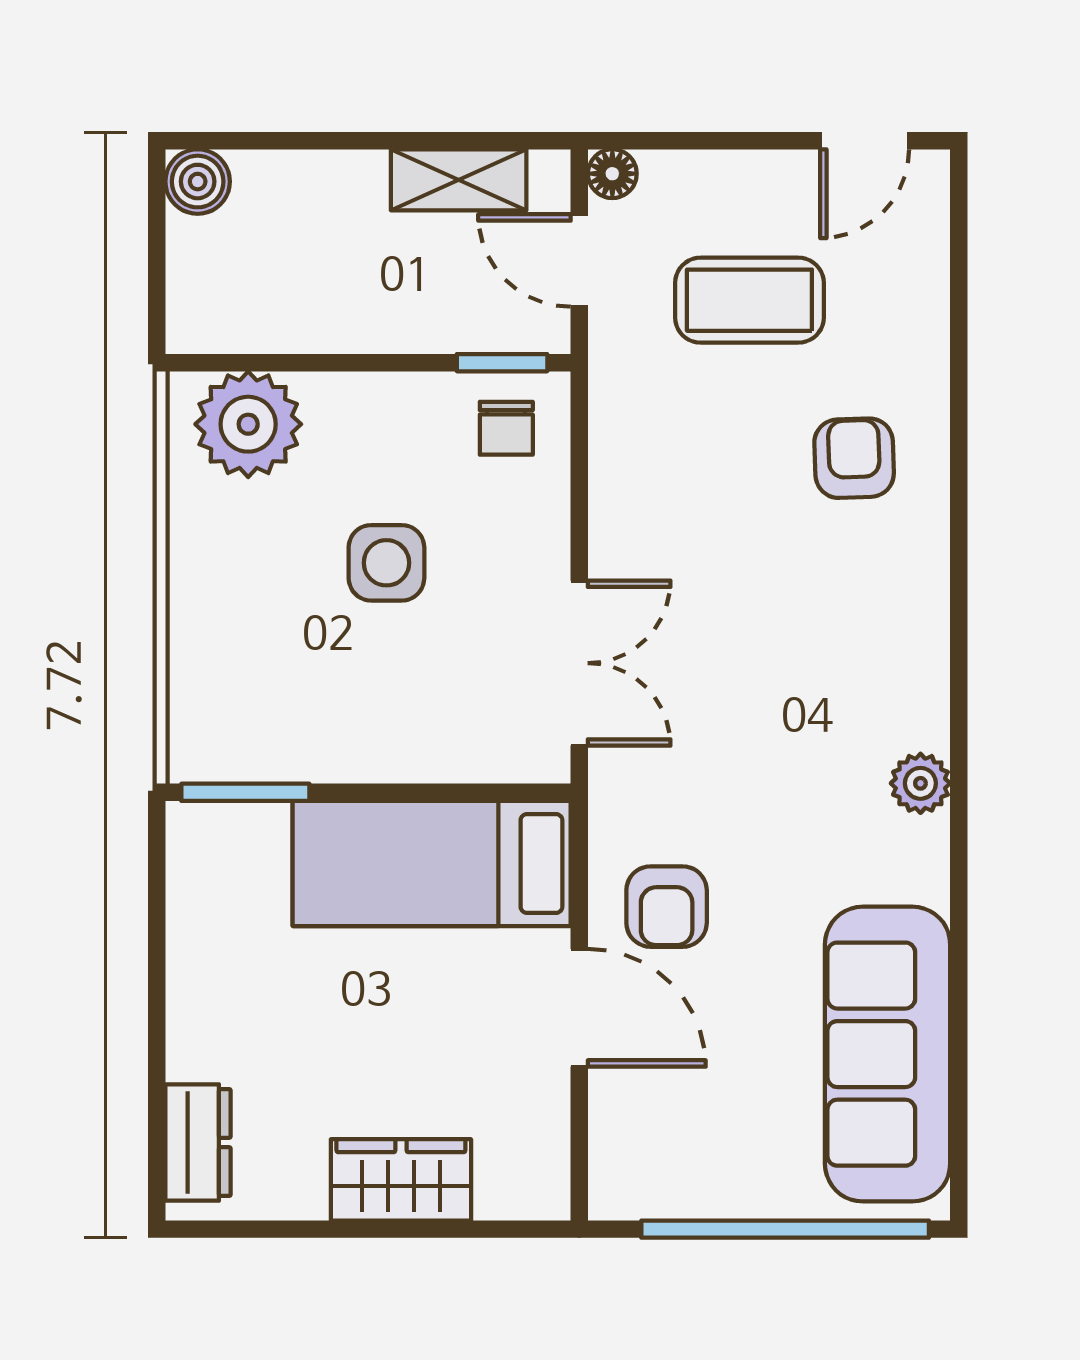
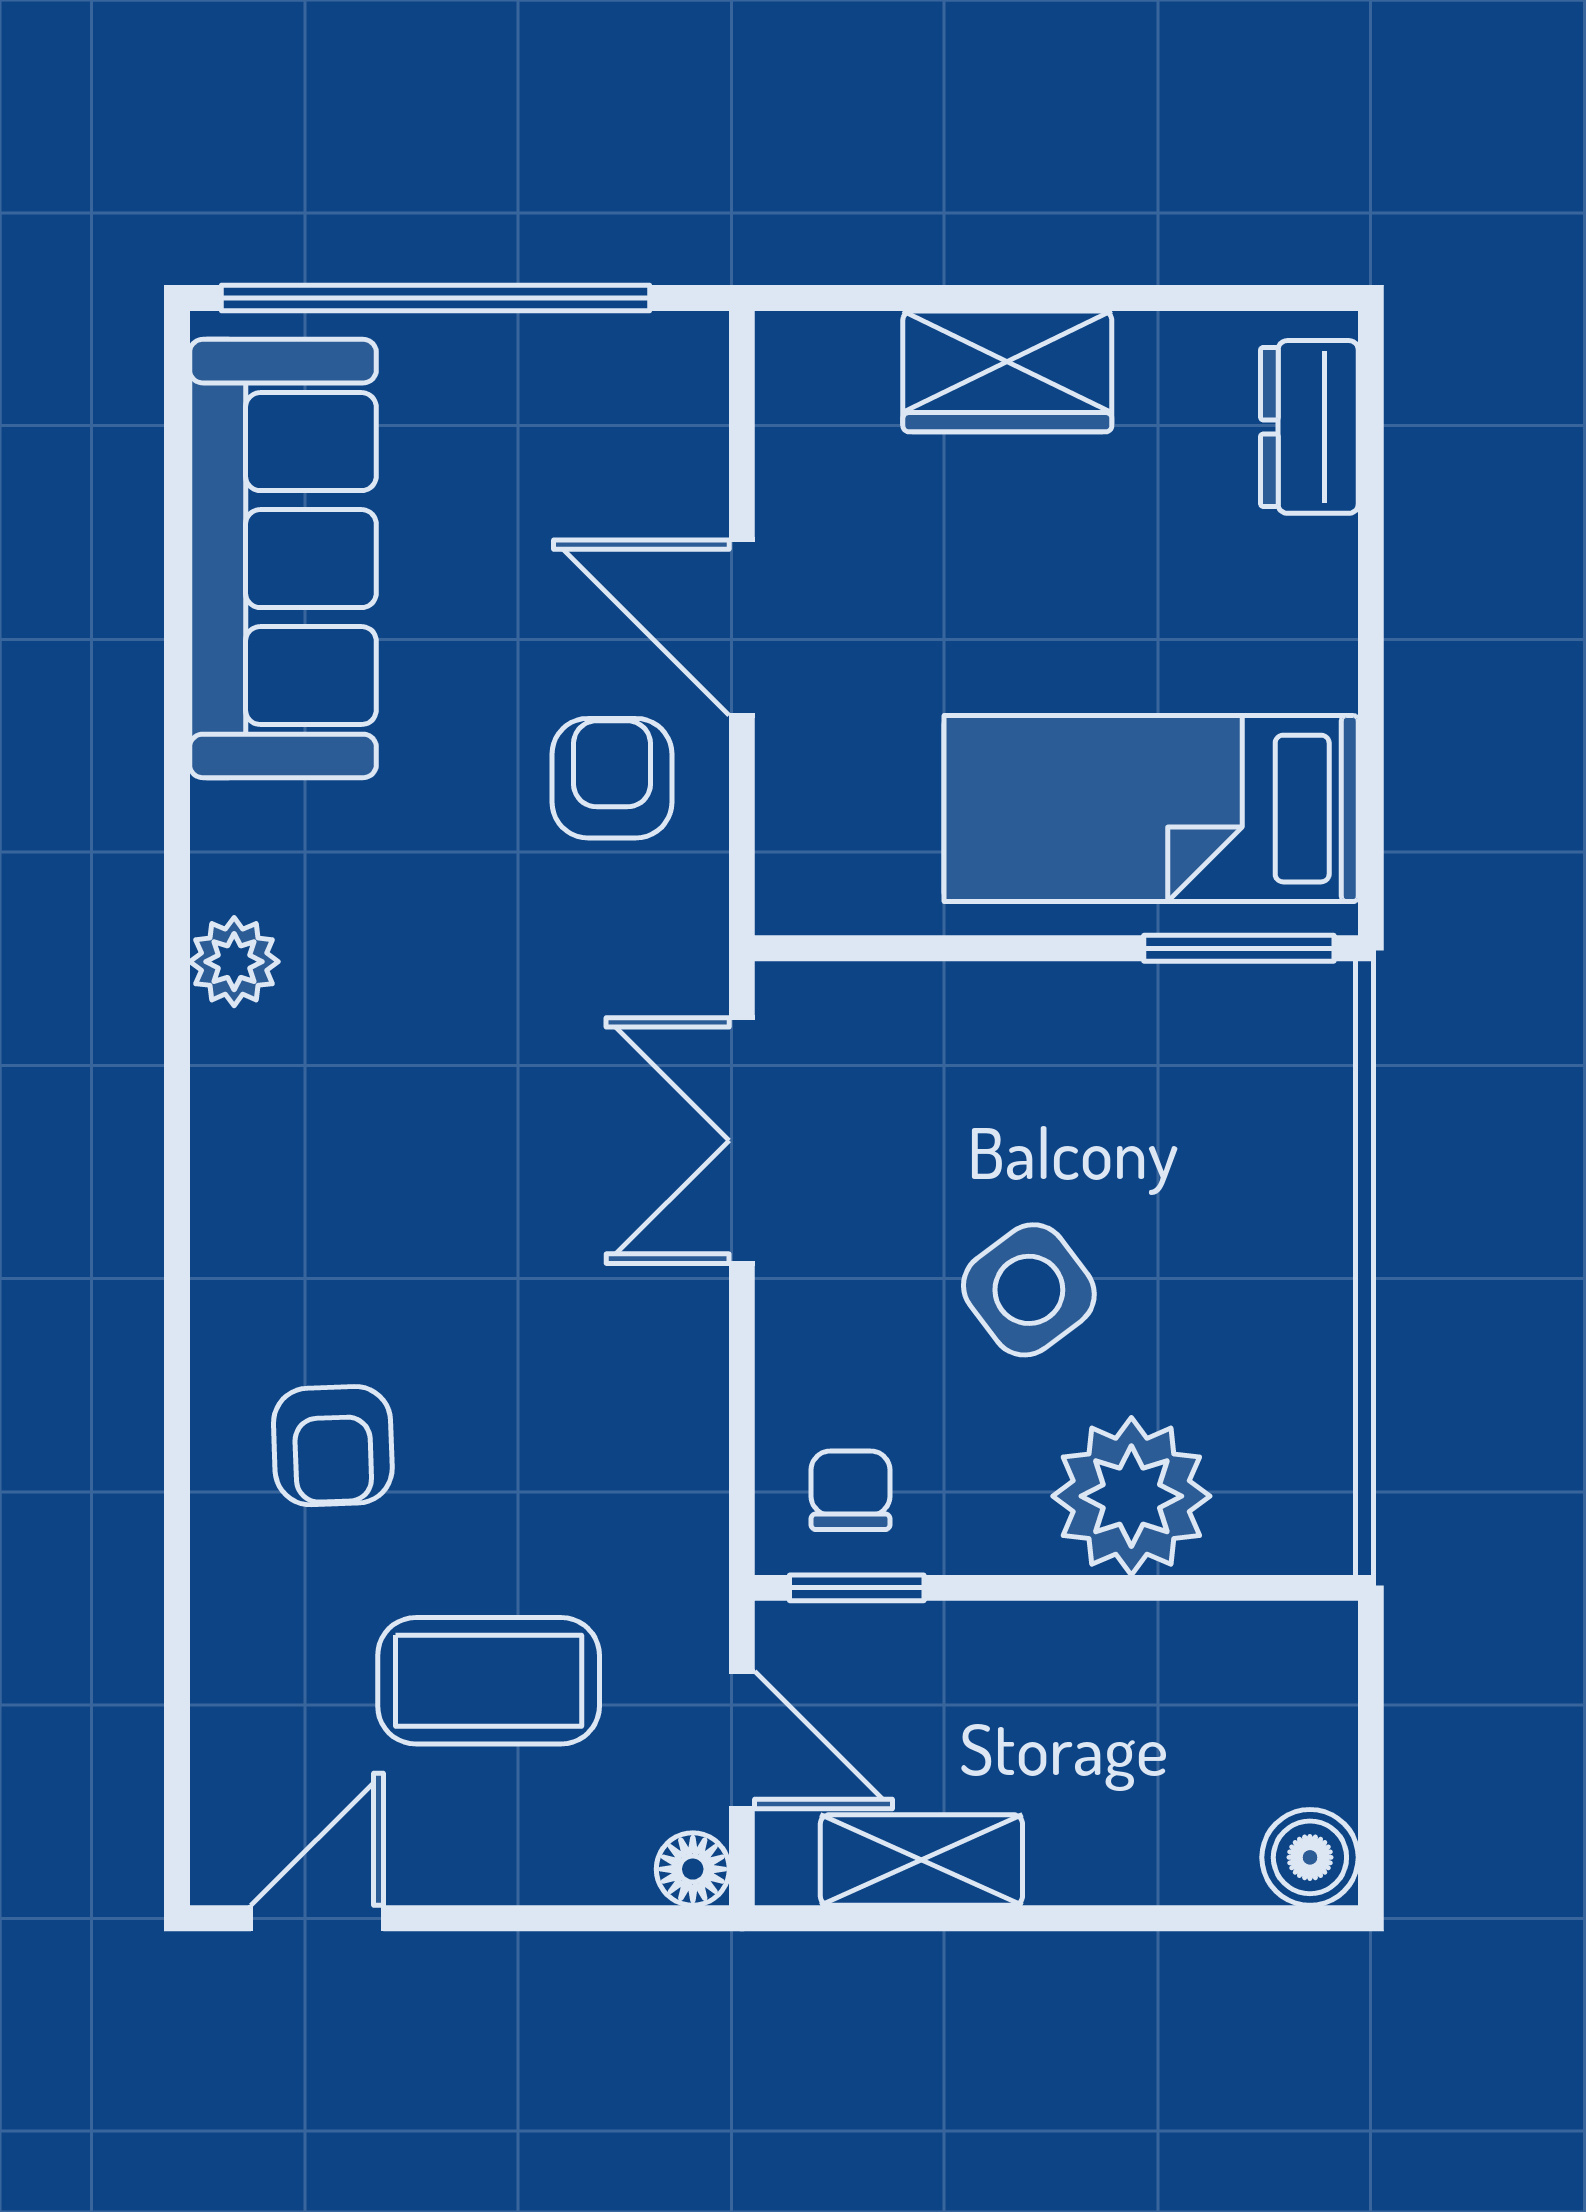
plant: (248, 424) -> (1131, 1496), moved
side table: (386, 563) -> (1029, 1290), turned -37
bed: (432, 863) -> (1151, 809), moved, turned 180

